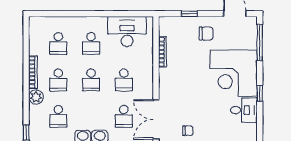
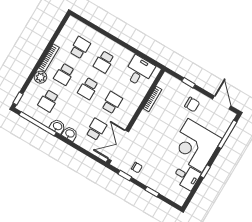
desk: (127, 31) -> (139, 71), width x0.73
school desk: (58, 43) -> (80, 48), turned 180
school desk: (124, 80) -> (112, 103), turned 180
school desk: (124, 116) -> (96, 129), turned 180

